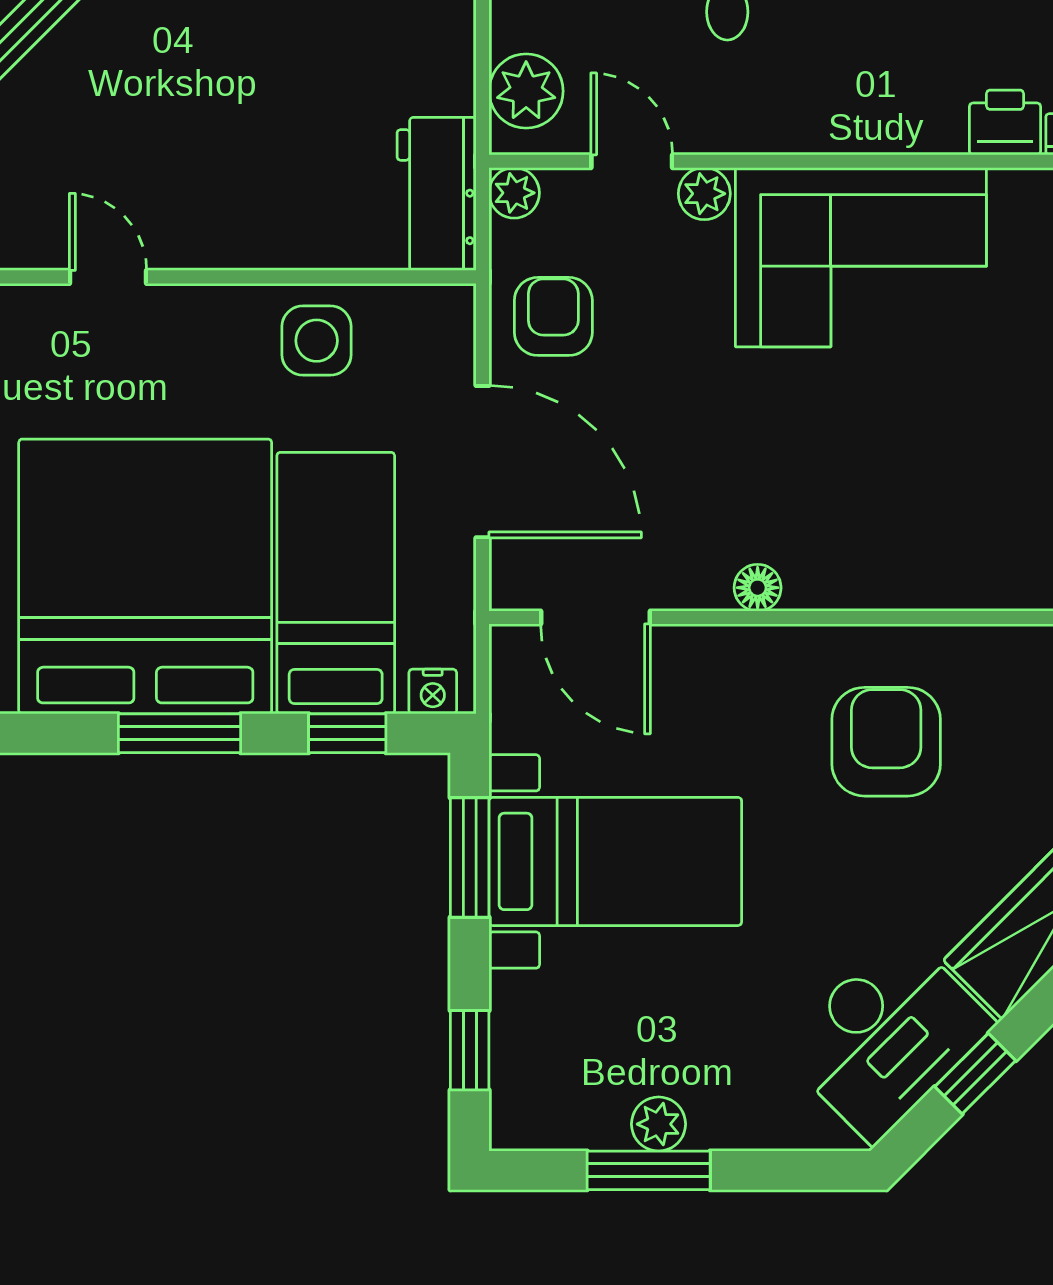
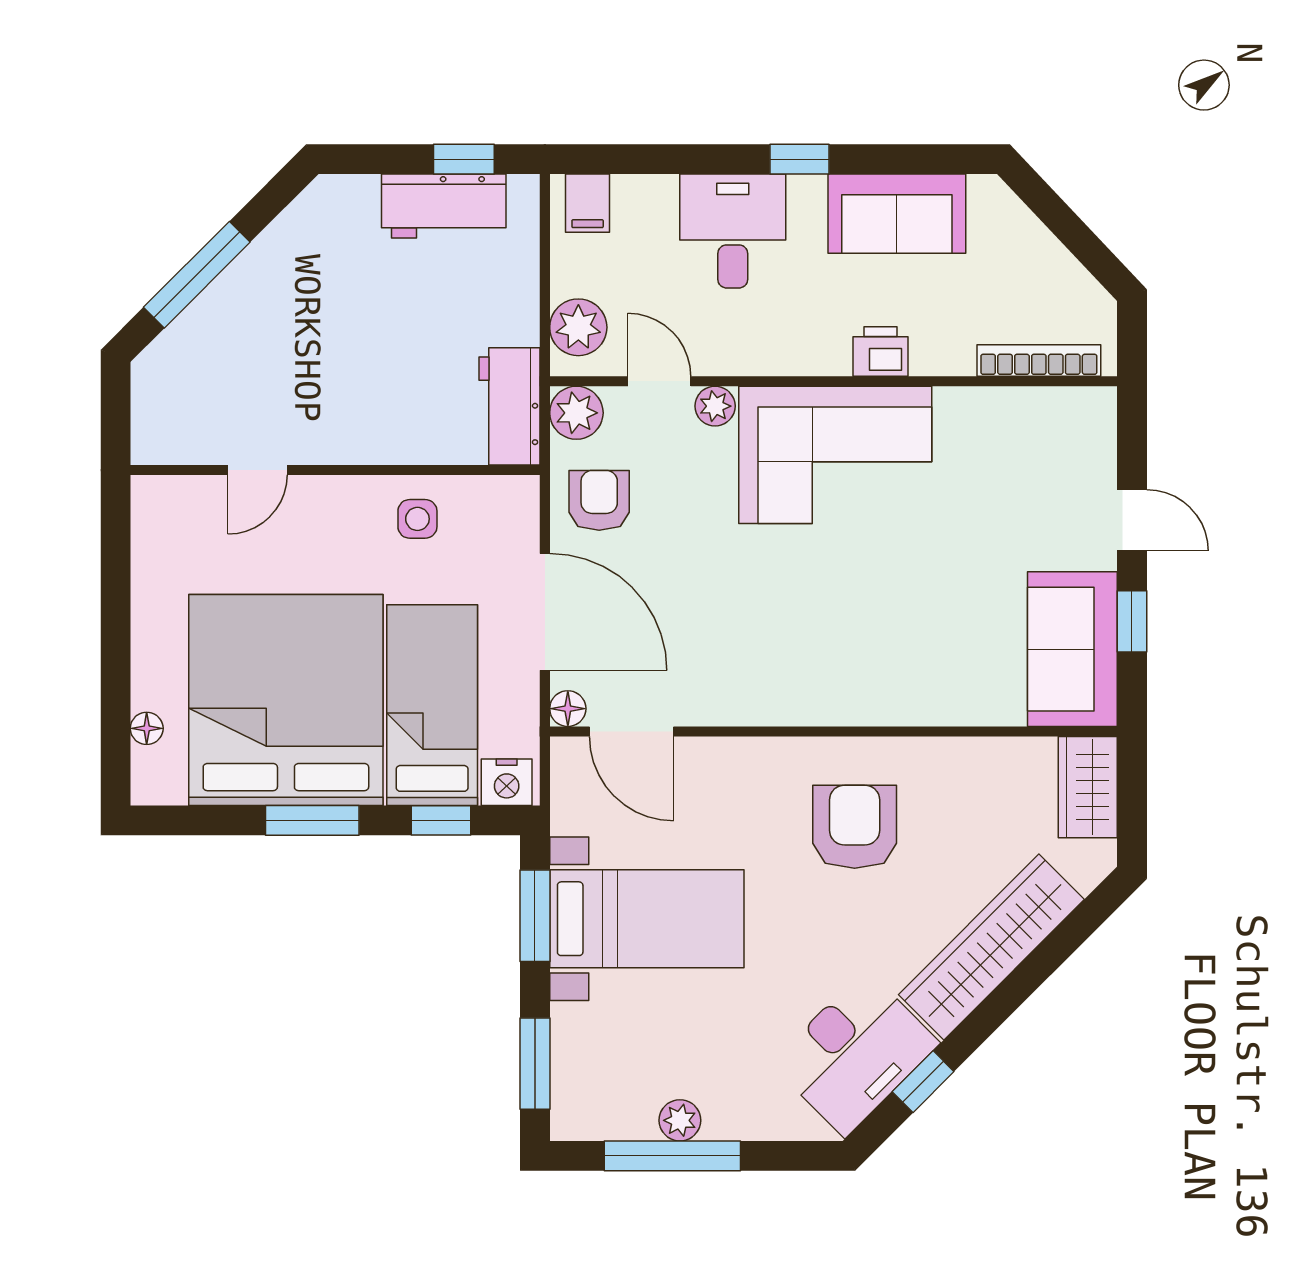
printer: (1005, 122) -> (881, 351), moved
plant: (514, 193) -> (576, 413), width x1.38, depth x1.38
door: (108, 277) -> (257, 470), swing flipped
side table: (317, 341) -> (417, 519), width x0.73, depth x0.73
floor lamp: (758, 588) -> (568, 709), moved
nightstand: (433, 692) -> (507, 782), width x1.39, depth x1.35
window: (470, 1050) -> (535, 1064), width x1.50
window: (649, 1170) -> (672, 1156), width x1.44

